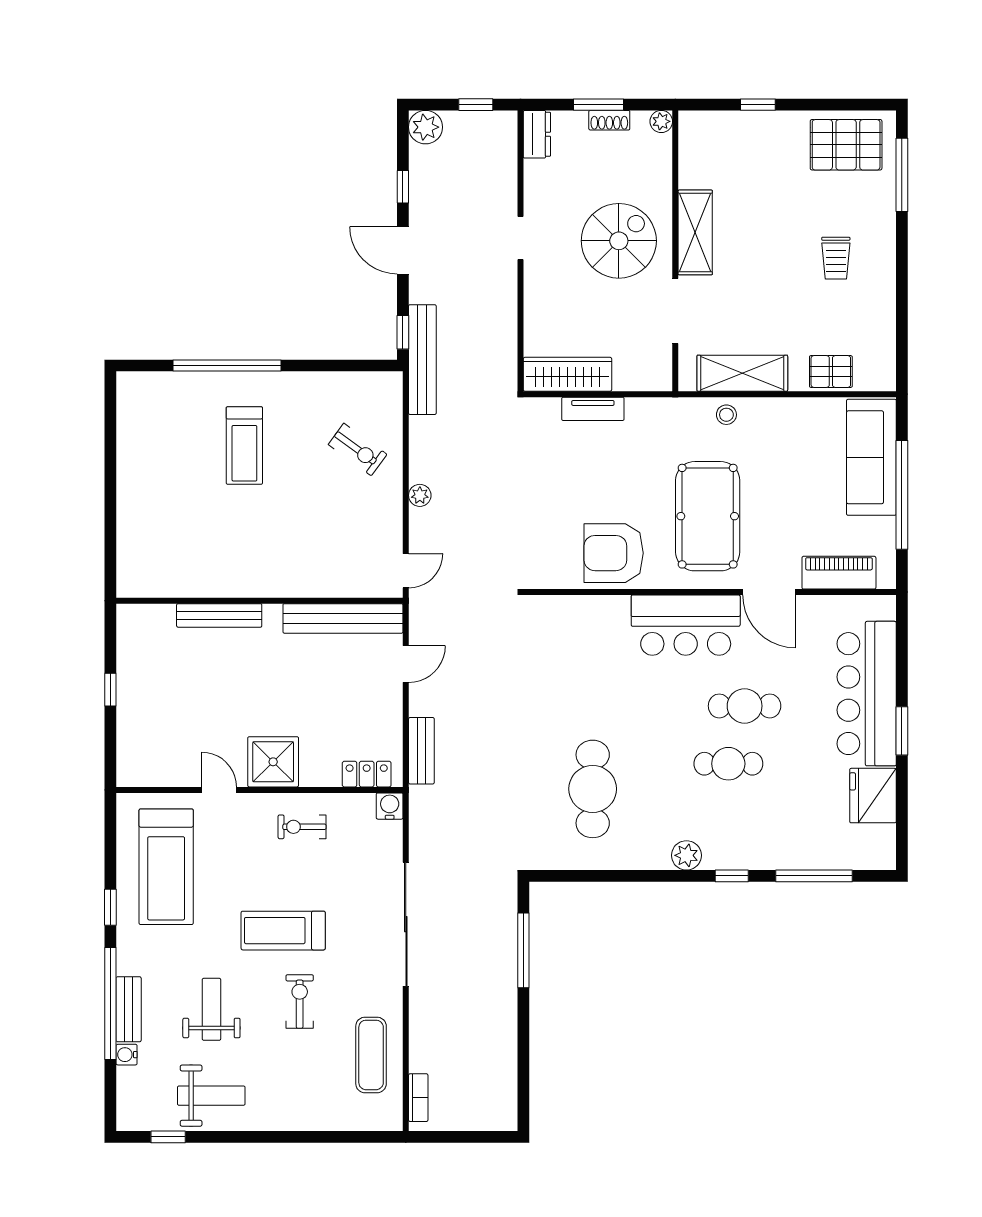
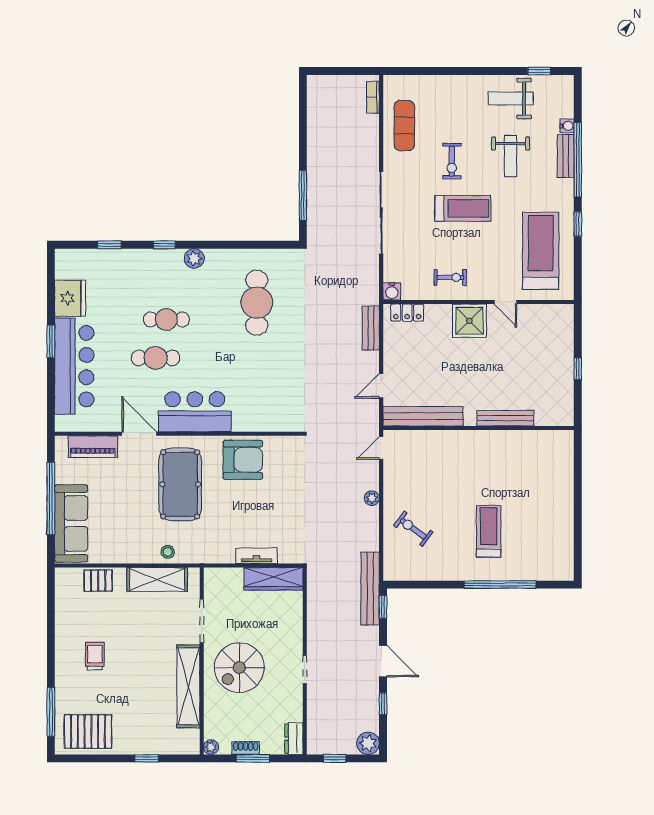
shelving: (695, 232) -> (188, 686), width x1.47
window: (814, 876) -> (109, 245), width x0.46

